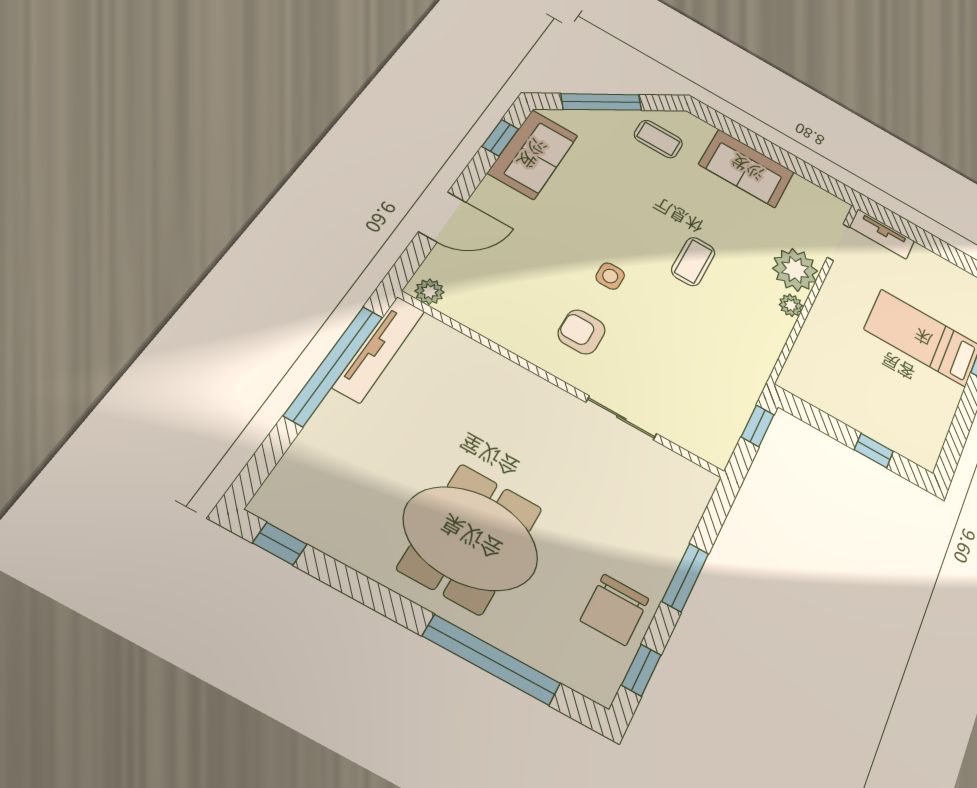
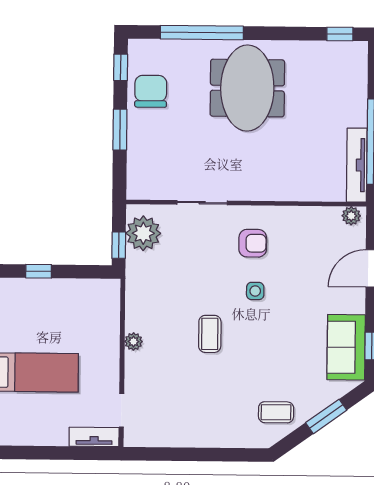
window: (601, 102) -> (326, 416), width x0.69
sofa: (747, 168) -> (208, 429), removed
plant: (795, 270) -> (143, 233), moved
meeting table: (471, 538) -> (247, 88), turned 90

